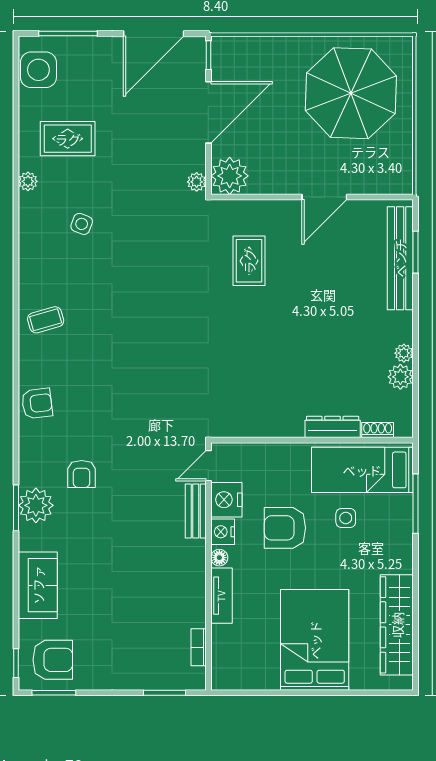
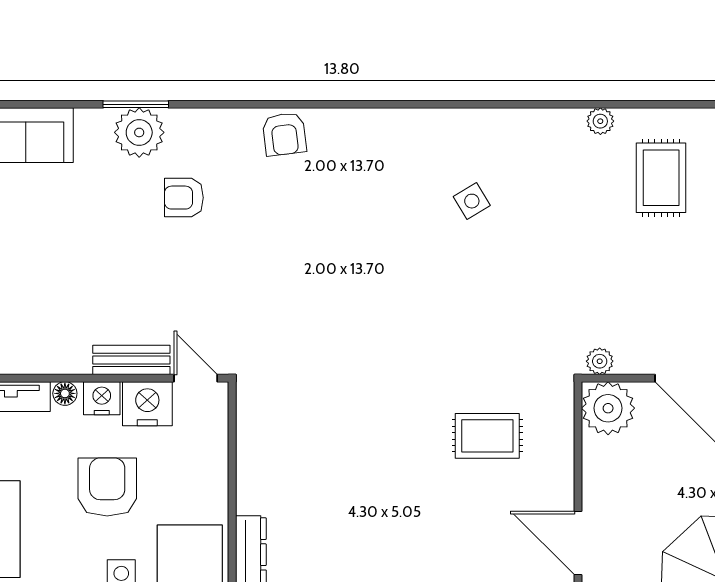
side table: (82, 224) -> (472, 201), moved, turned 38
coffee table: (46, 320) -> (403, 146), removed

